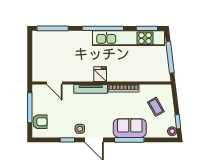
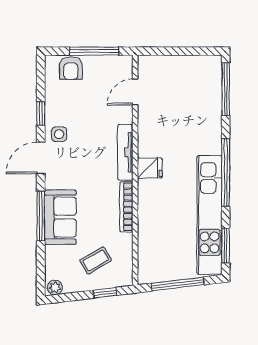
window: (178, 122) -> (105, 293), moved

